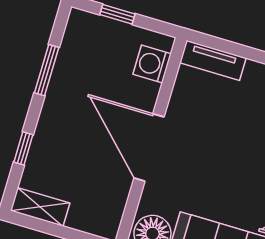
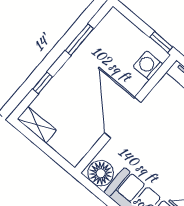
window: (117, 14) -> (161, 42), moved

